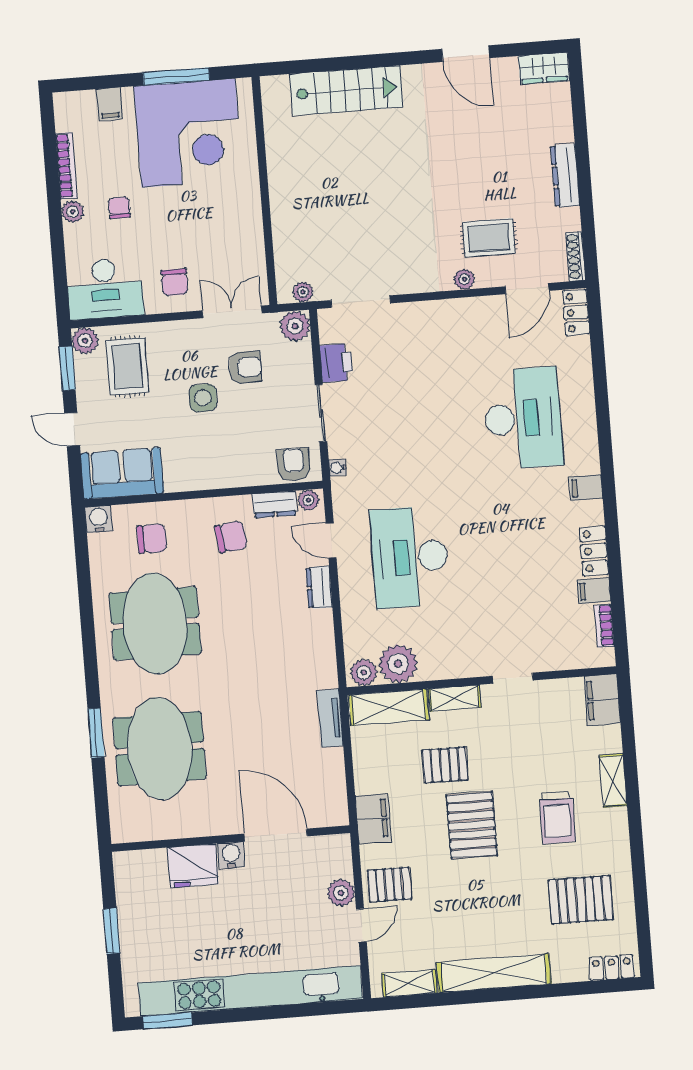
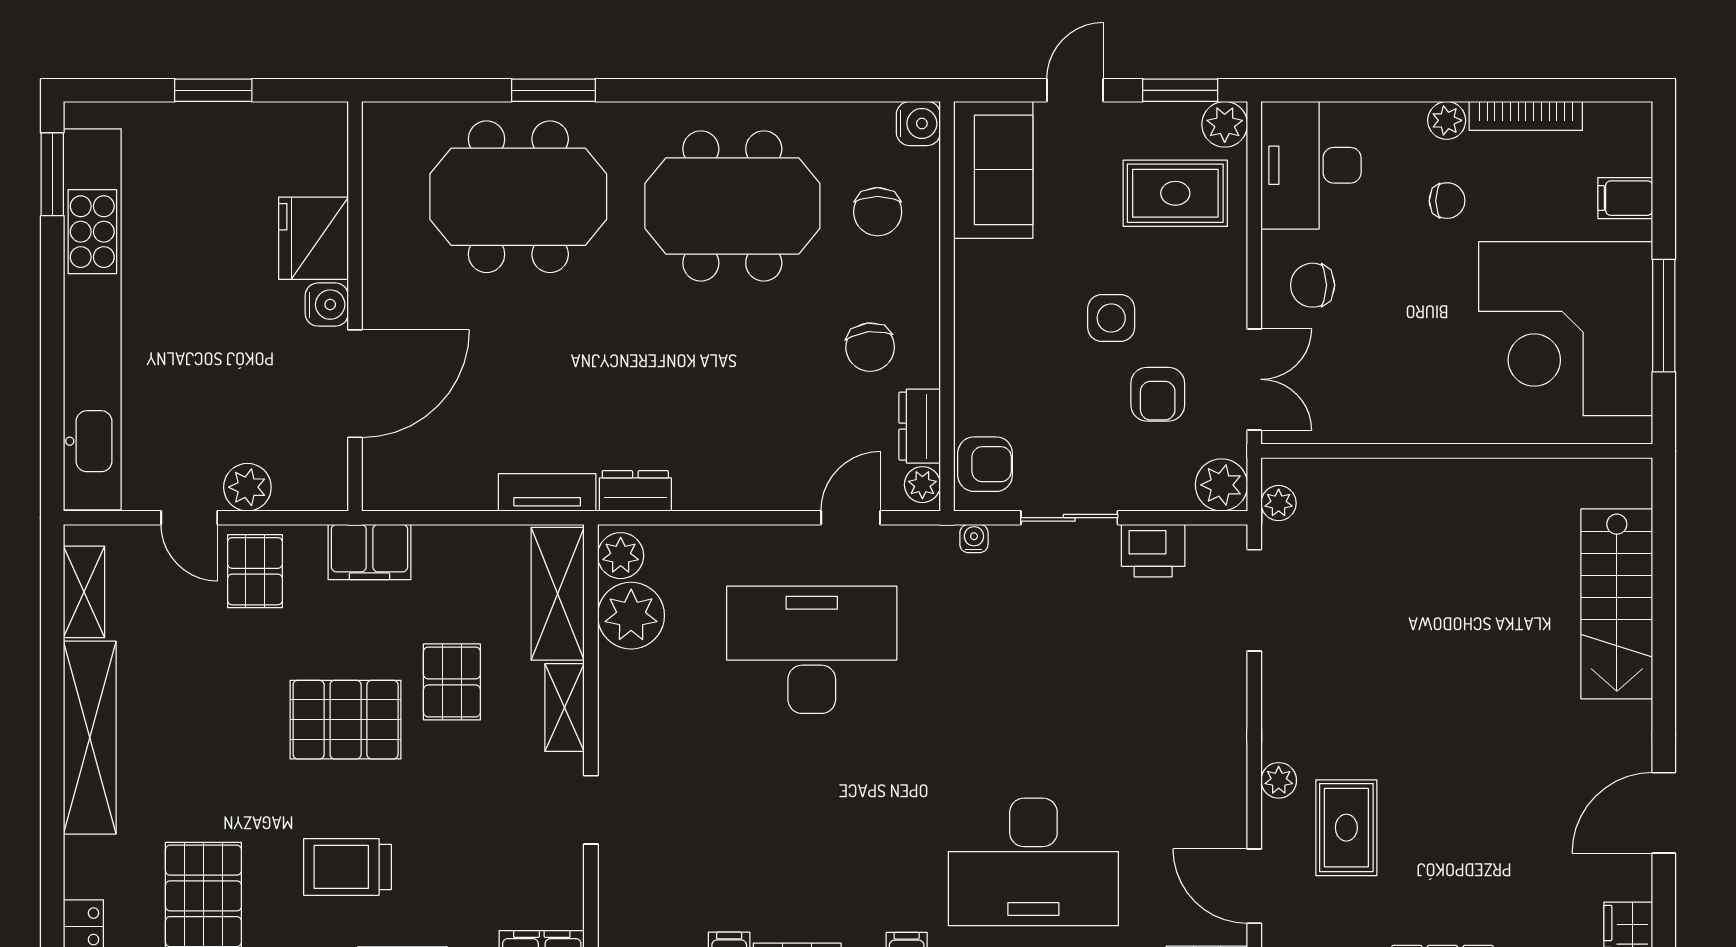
dresser: (319, 587) -> (635, 491), moved

